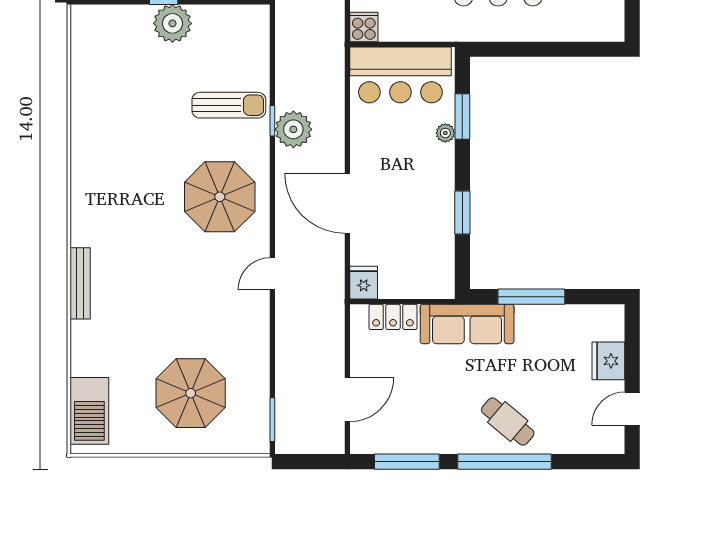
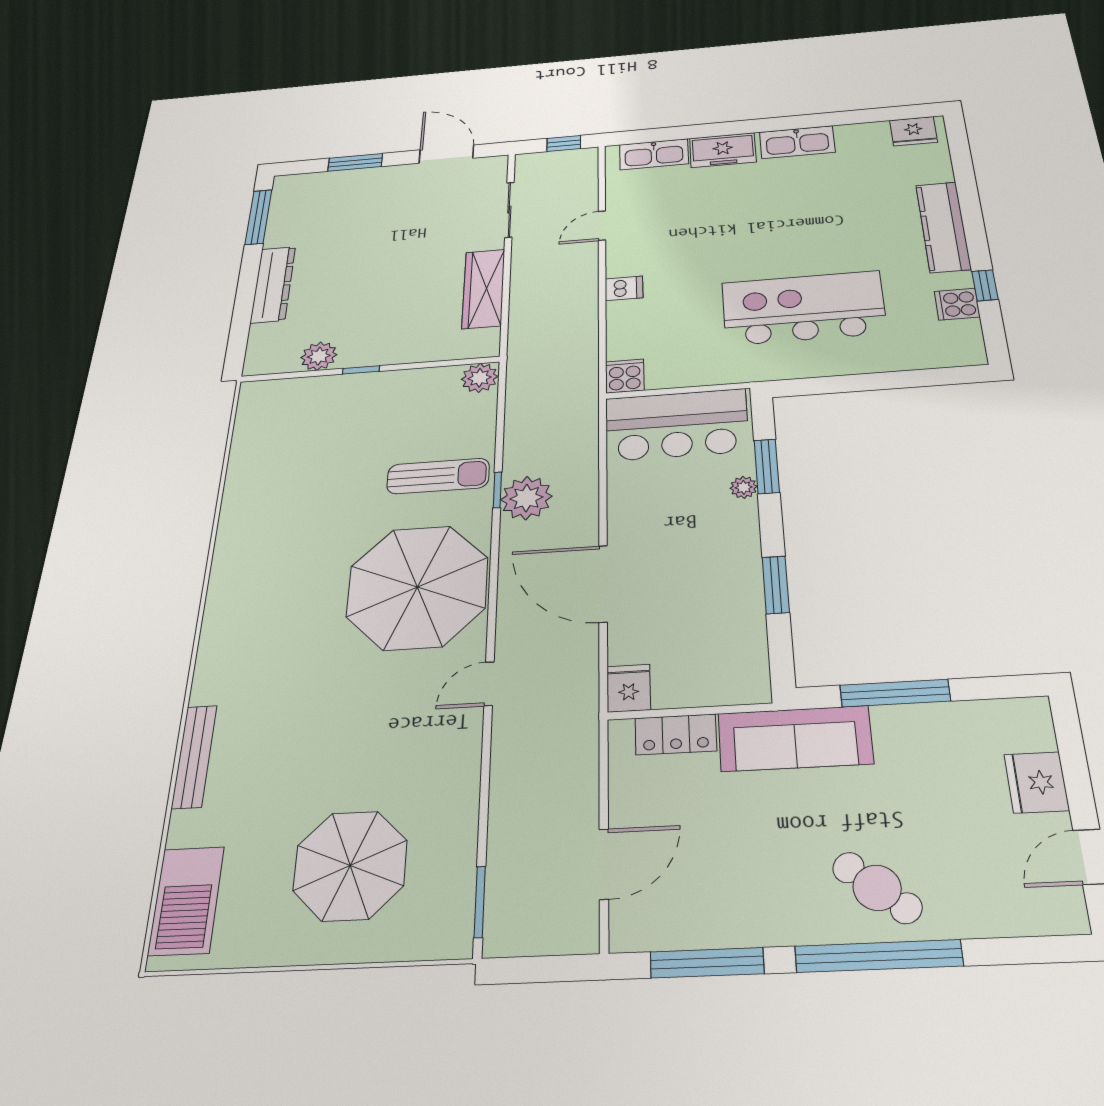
plant: (172, 23) -> (480, 378), moved, width x0.73, depth x0.73
parasol: (220, 197) -> (417, 587), width x1.36, depth x1.36
bench: (80, 283) -> (194, 756), moved

